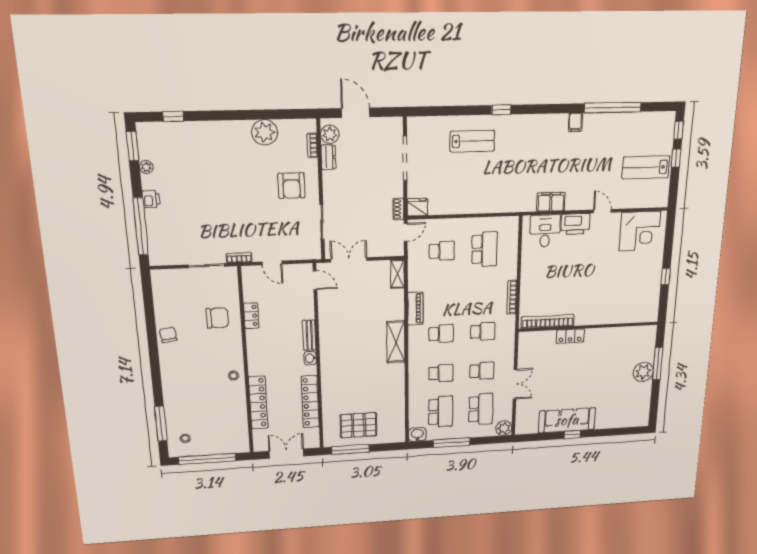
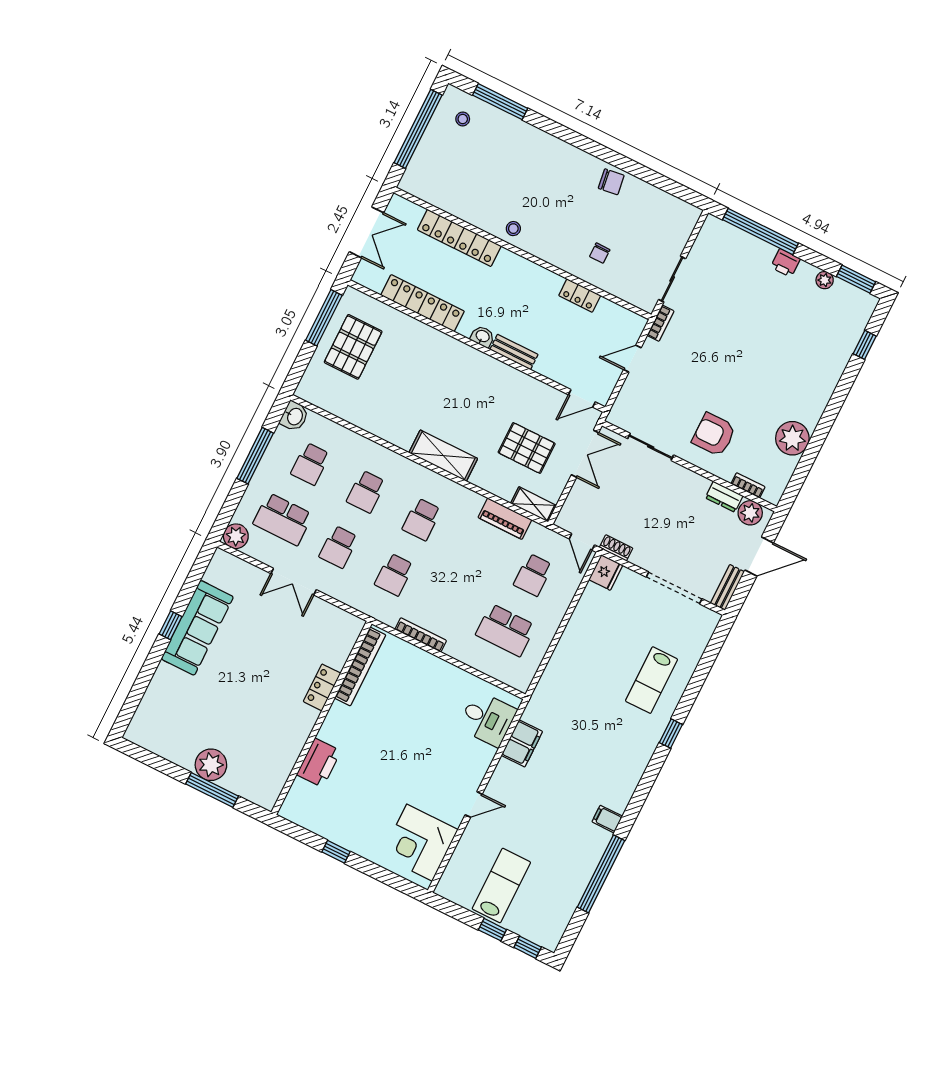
bench: (387, 123) -> (727, 587), added
printer: (575, 224) -> (319, 763), moved, turned 180
pallet: (365, 297) -> (527, 448), added
piano: (415, 308) -> (505, 519), moved
chair: (217, 318) -> (600, 253), width x0.54, depth x0.54
school desk: (441, 412) -> (310, 464), width x0.54

